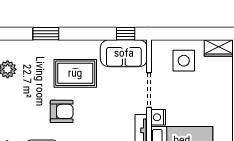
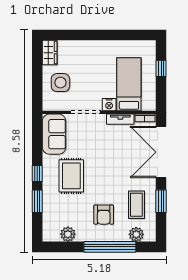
window: (126, 34) -> (37, 173), moved
armchair: (62, 111) -> (104, 215), moved, turned 180

